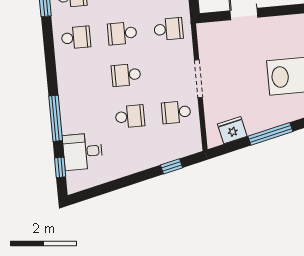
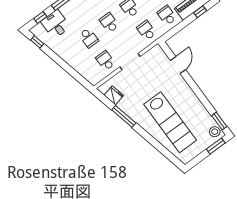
school desk: (168, 29) -> (146, 30), turned 180
window: (171, 166) -> (37, 42), moved

